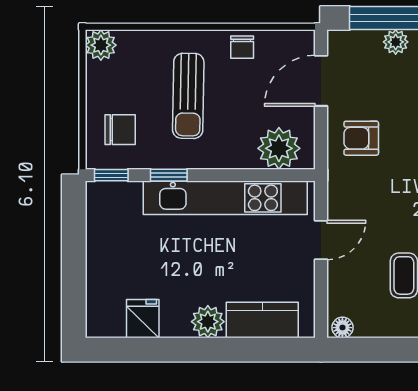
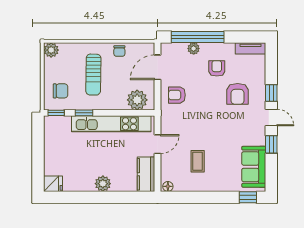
fridge: (143, 319) -> (53, 184), moved, turned 90
kitchen counter: (262, 320) -> (146, 174), moved, turned -90

